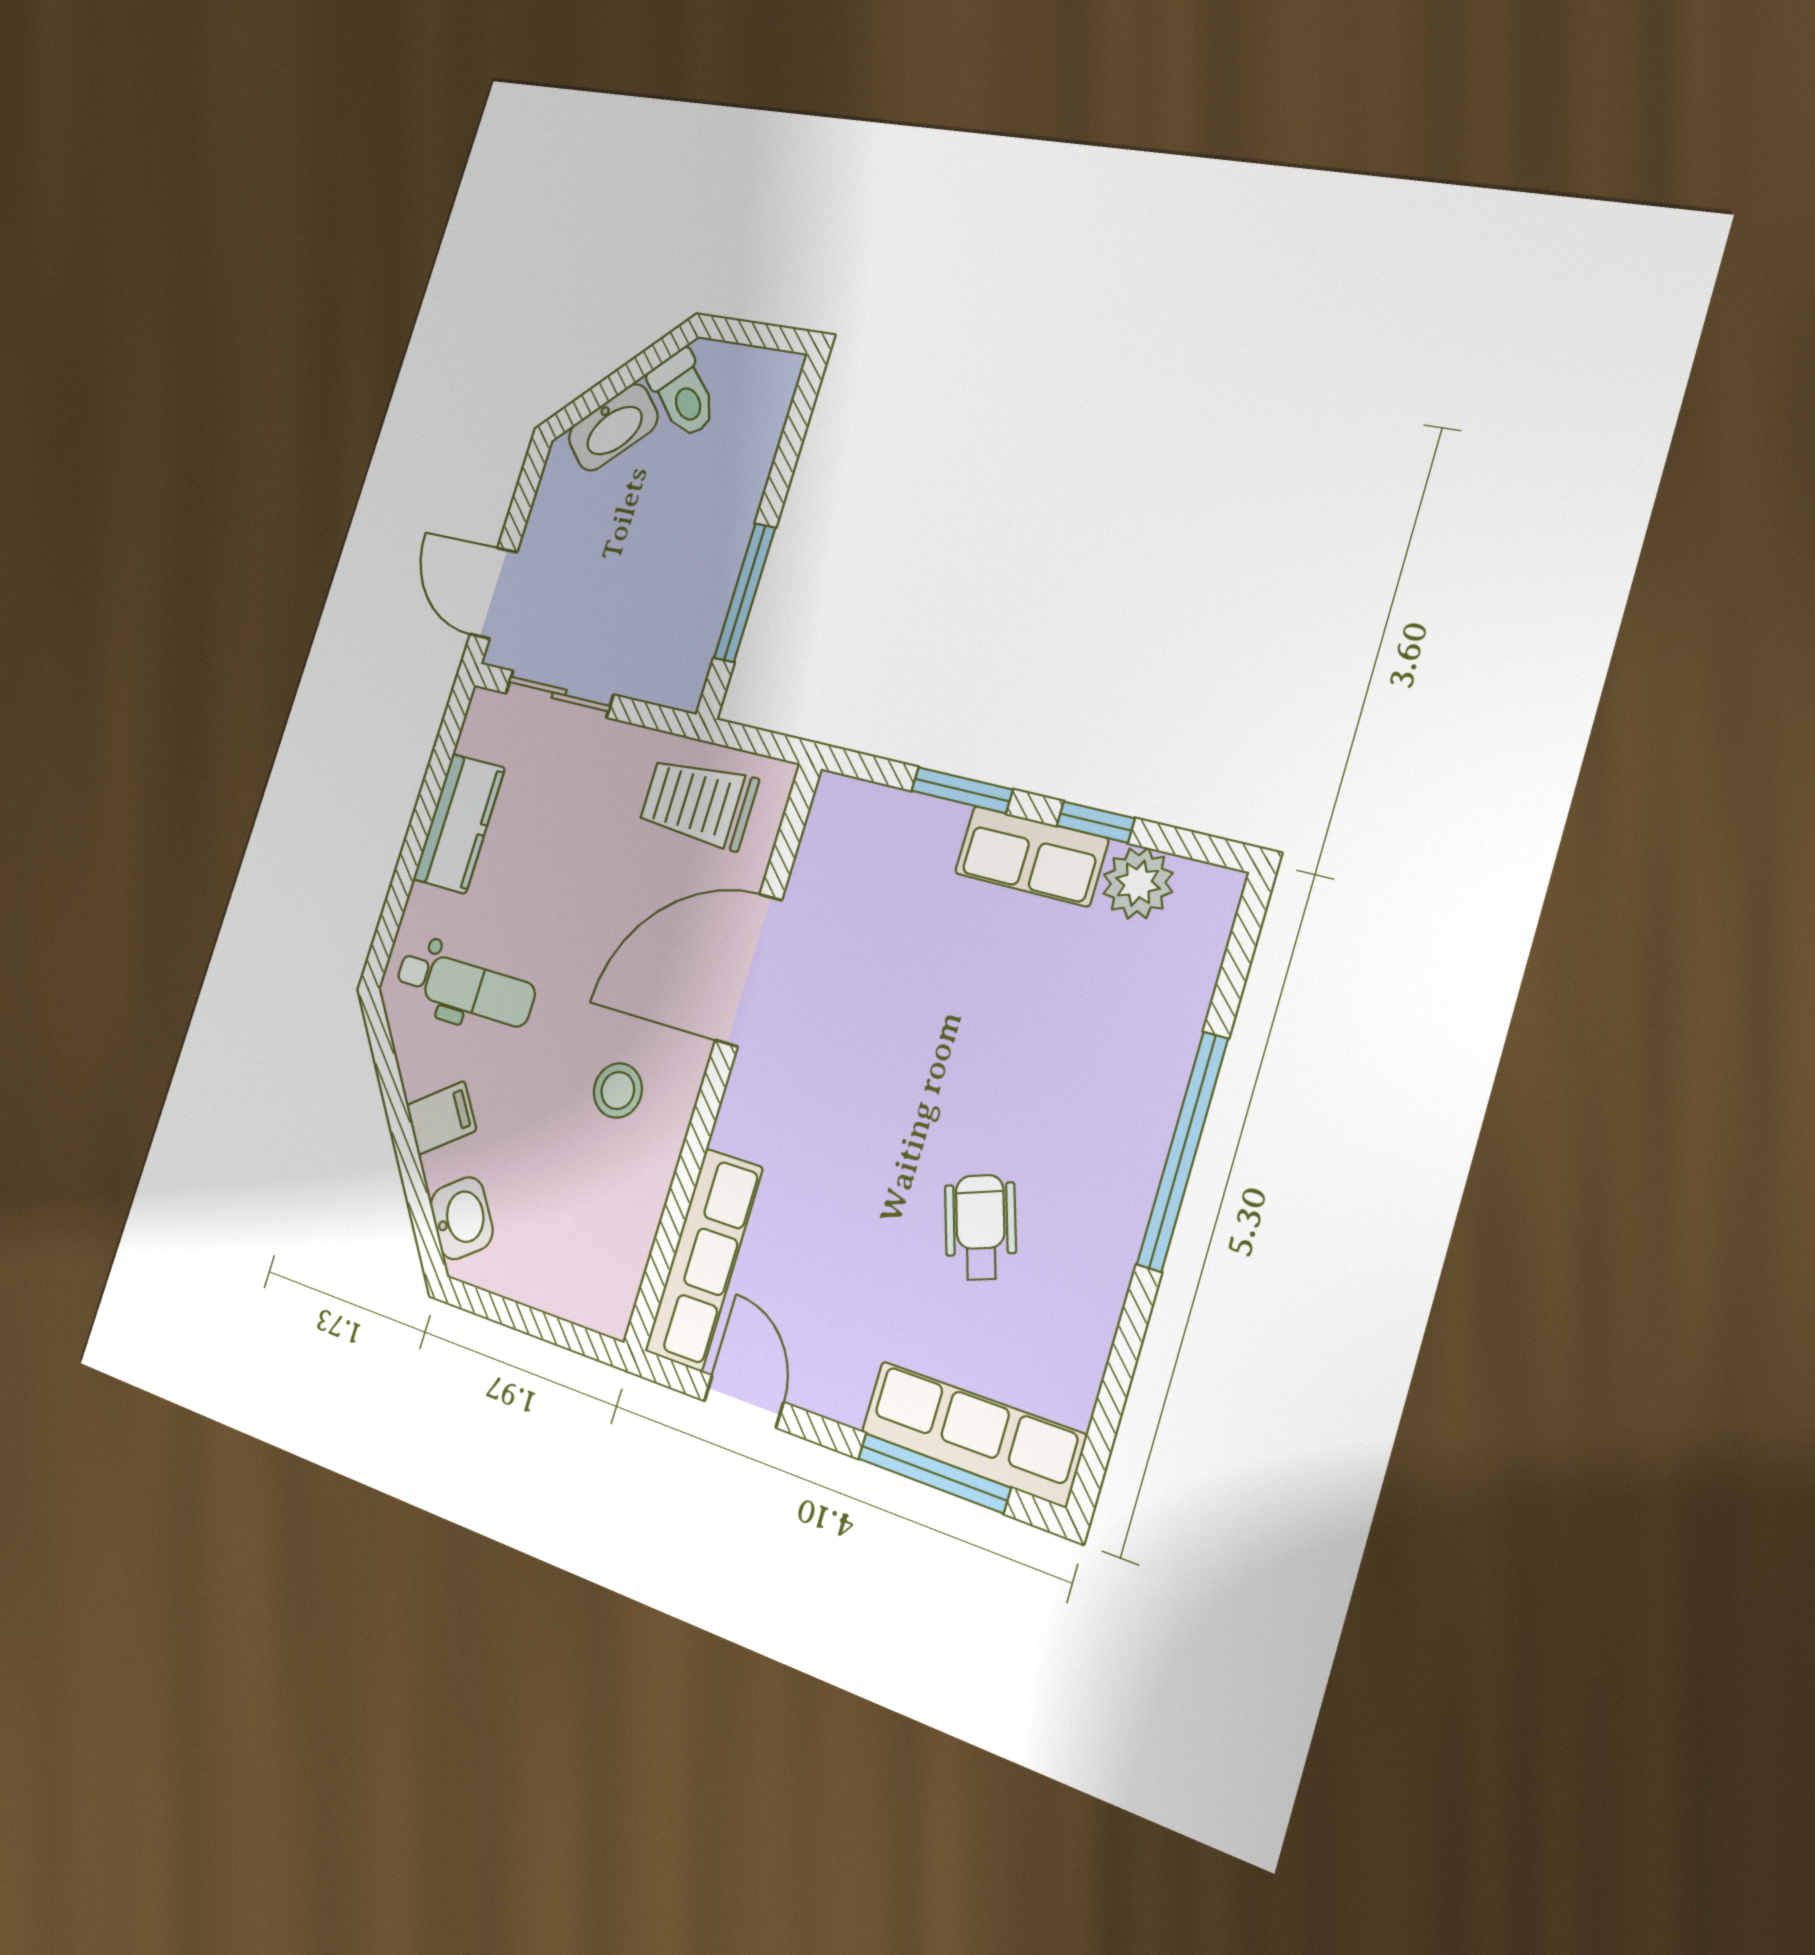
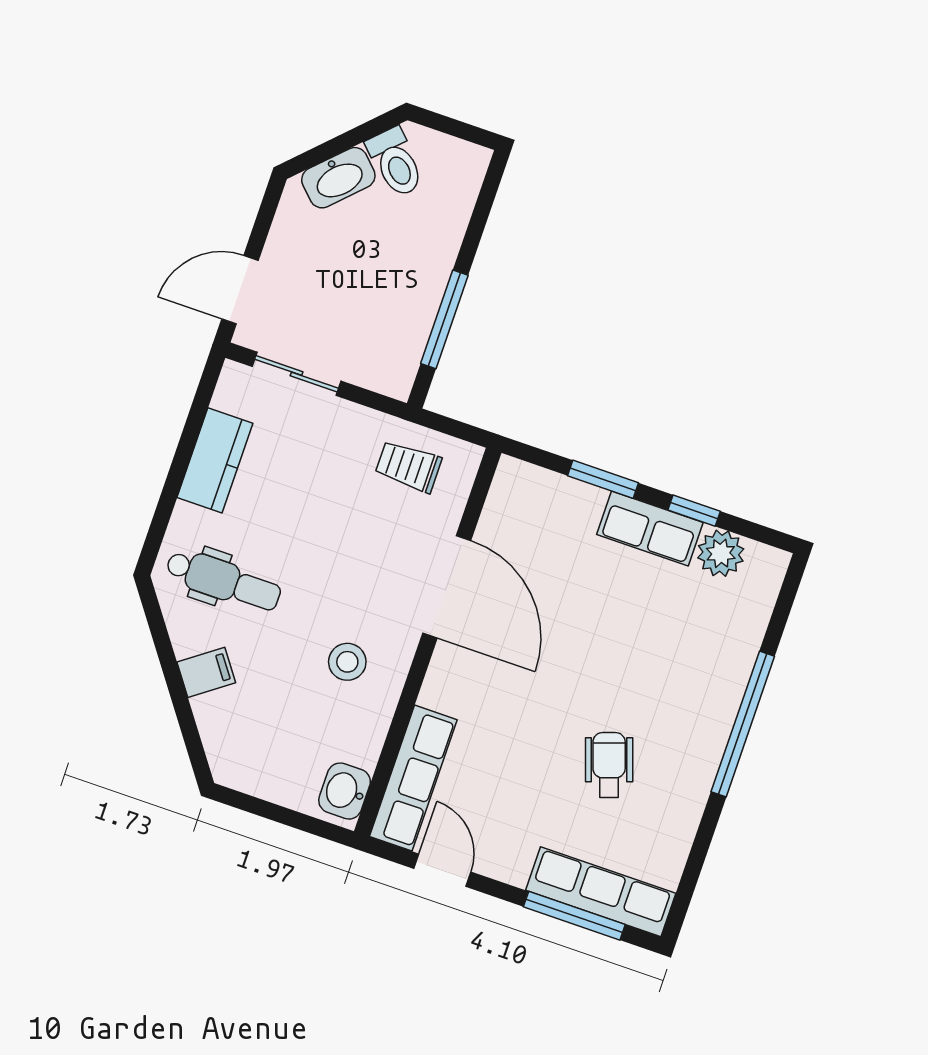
door: (494, 593) -> (240, 290), hinge flipped
trolley: (698, 803) -> (408, 466), width x0.73, depth x0.72
door: (749, 970) -> (447, 587), swing flipped
washbasin: (462, 1218) -> (345, 791), moved, turned -144

